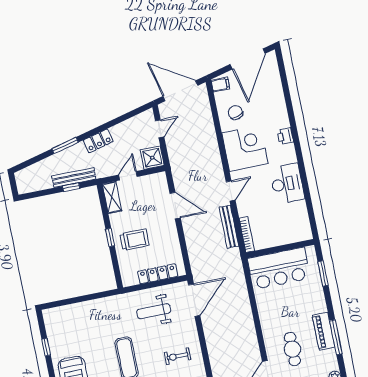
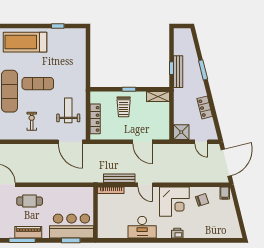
door: (248, 59) -> (240, 217), removed
locker: (98, 141) -> (205, 107), moved
door: (128, 176) -> (172, 112), removed
door: (175, 206) -> (143, 142), hinge flipped
bar counter: (279, 268) -> (71, 226), moved, turned 90
cafe table: (292, 349) -> (30, 201), moved

